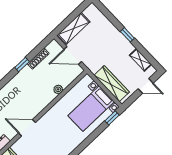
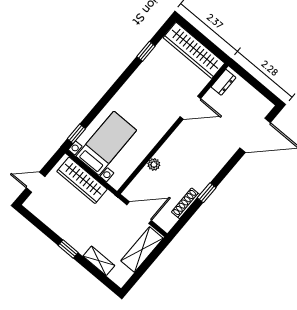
shelving: (140, 60) -> (99, 261), moved

